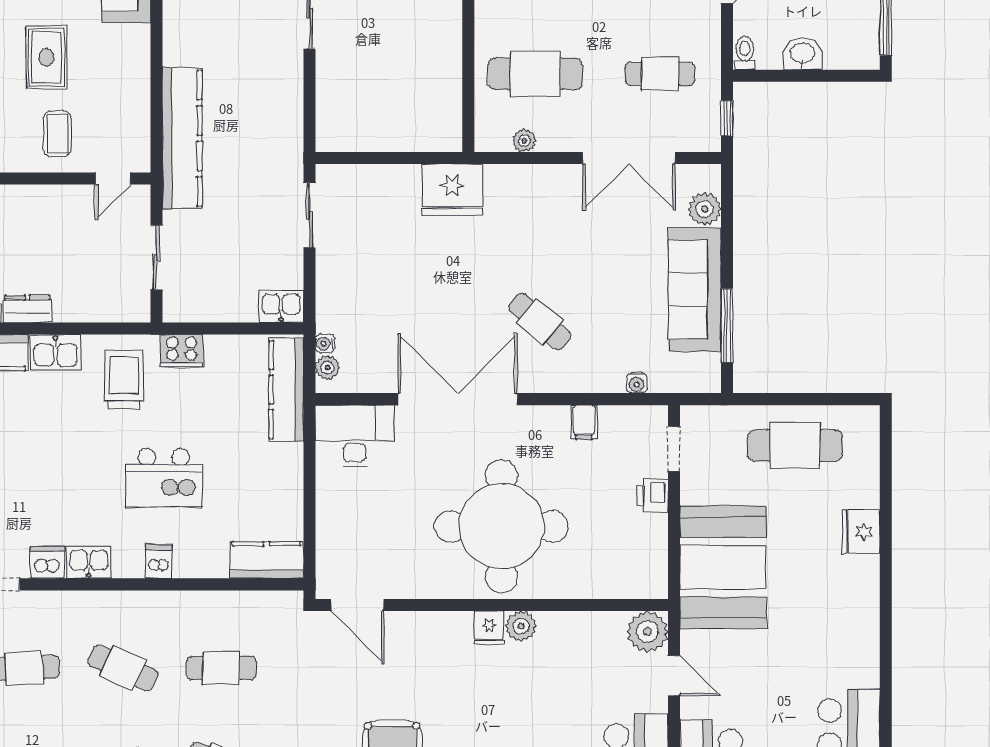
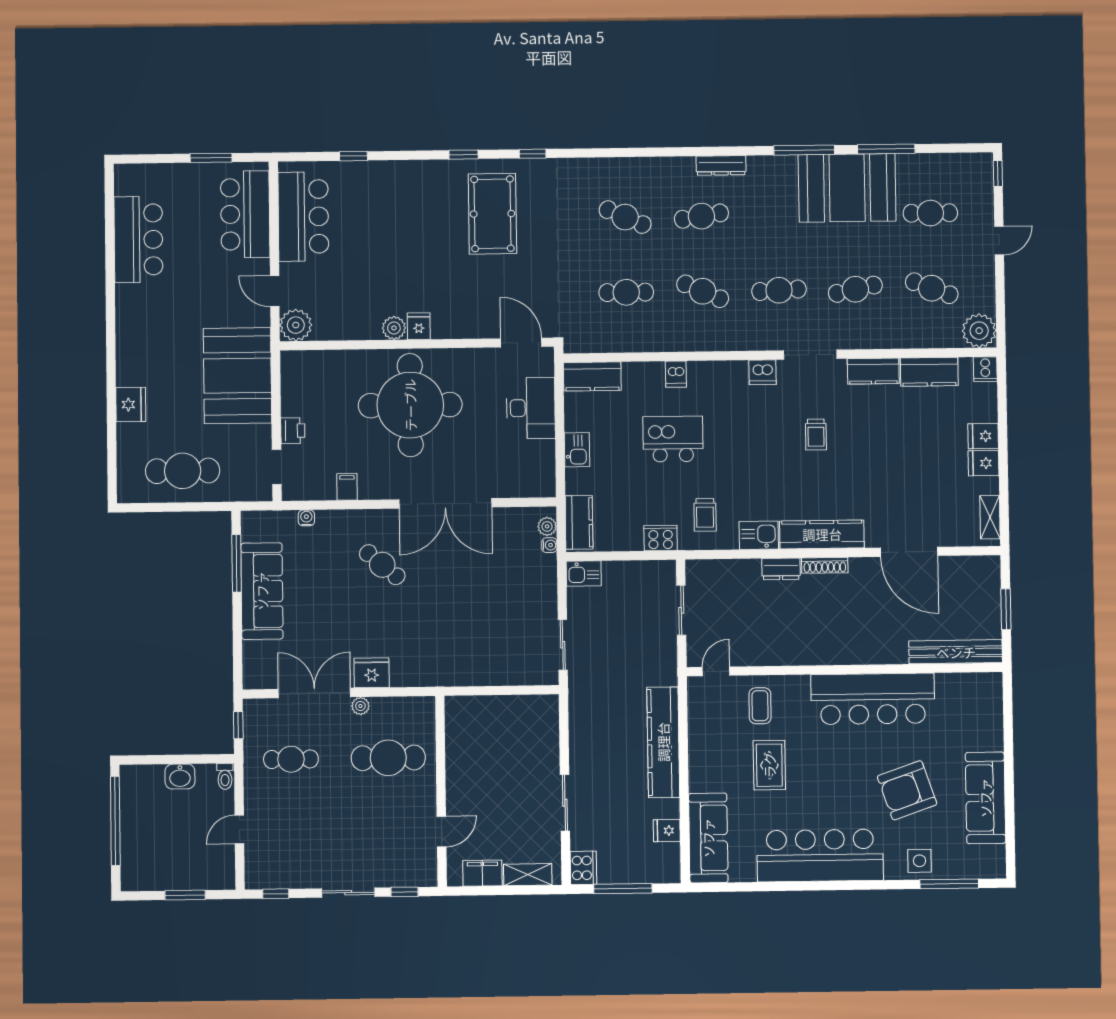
kitchen counter: (182, 138) -> (663, 742), moved
plant: (524, 141) -> (360, 706), moved
fridge: (452, 189) -> (372, 673), moved, width x0.73, depth x0.75
plant: (705, 209) -> (255, 654), removed
trolley: (124, 380) -> (705, 515), width x0.73, depth x0.72
kitchen counter: (286, 390) -> (579, 522), width x0.67
desk: (355, 436) -> (531, 408), moved, turned -90
kitchen sink: (89, 562) -> (577, 450), moved, turned -90

